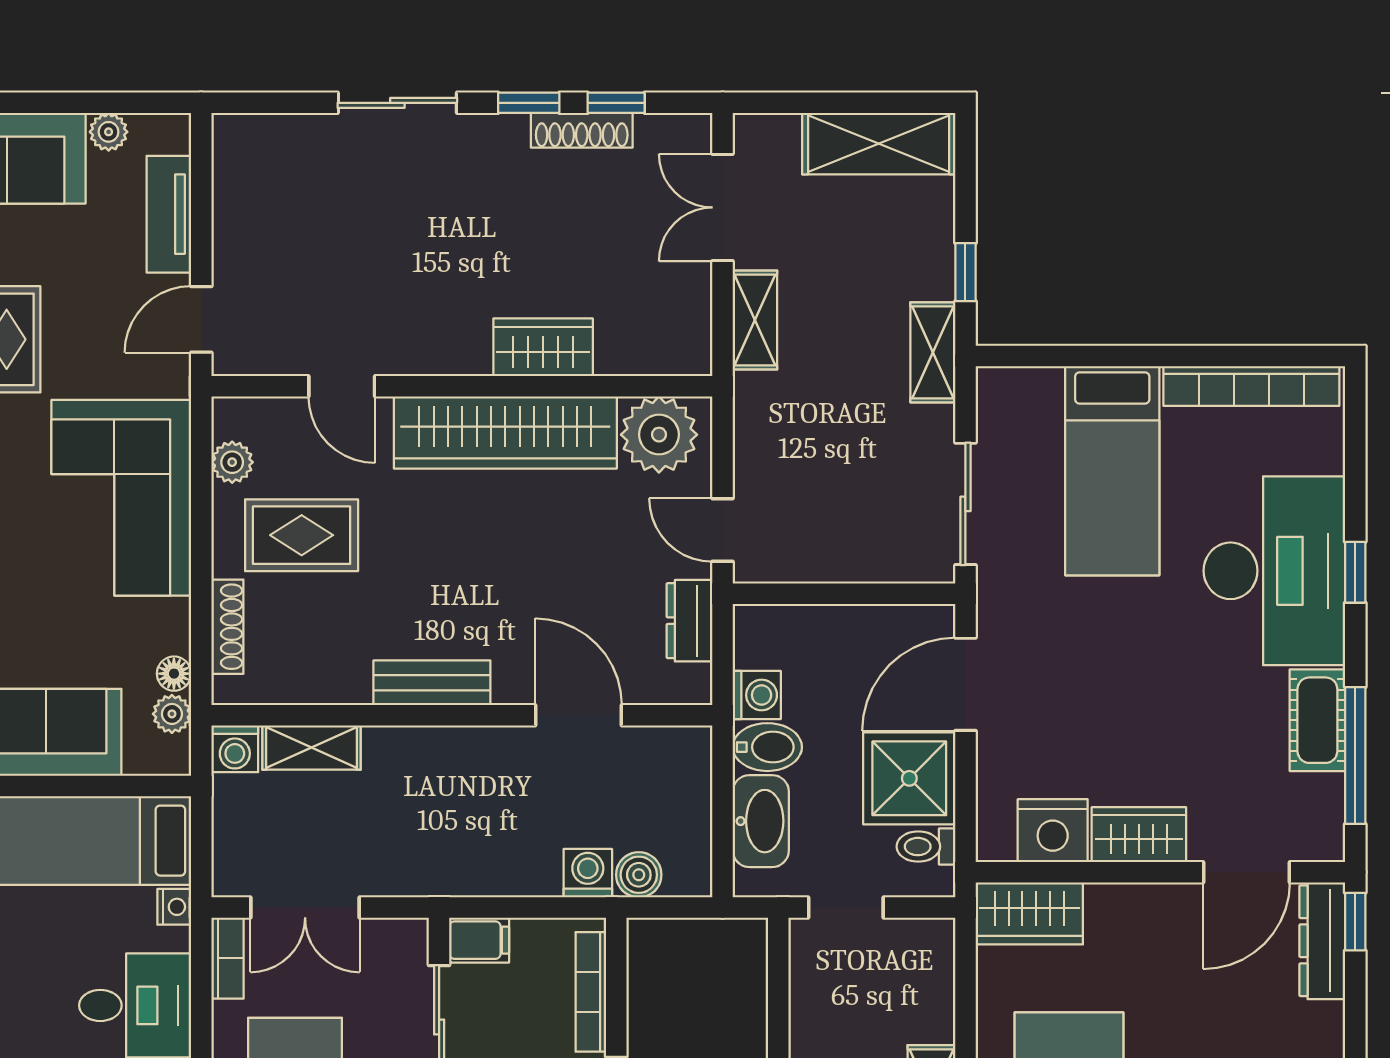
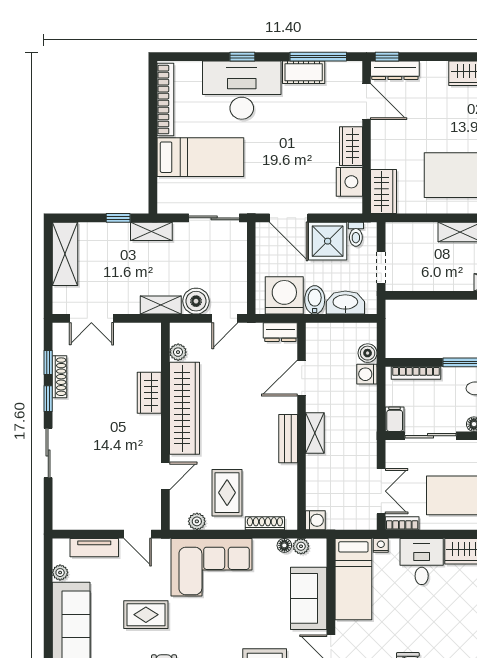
shelving: (755, 320) -> (161, 305), moved
plant: (659, 435) -> (178, 352), width x0.53, depth x0.53
boiler: (764, 460) -> (196, 301), added
dresser: (689, 621) -> (280, 332), moved
washing machine: (757, 695) -> (284, 295), width x1.89, depth x1.89
shelving: (311, 748) -> (315, 433), moved

